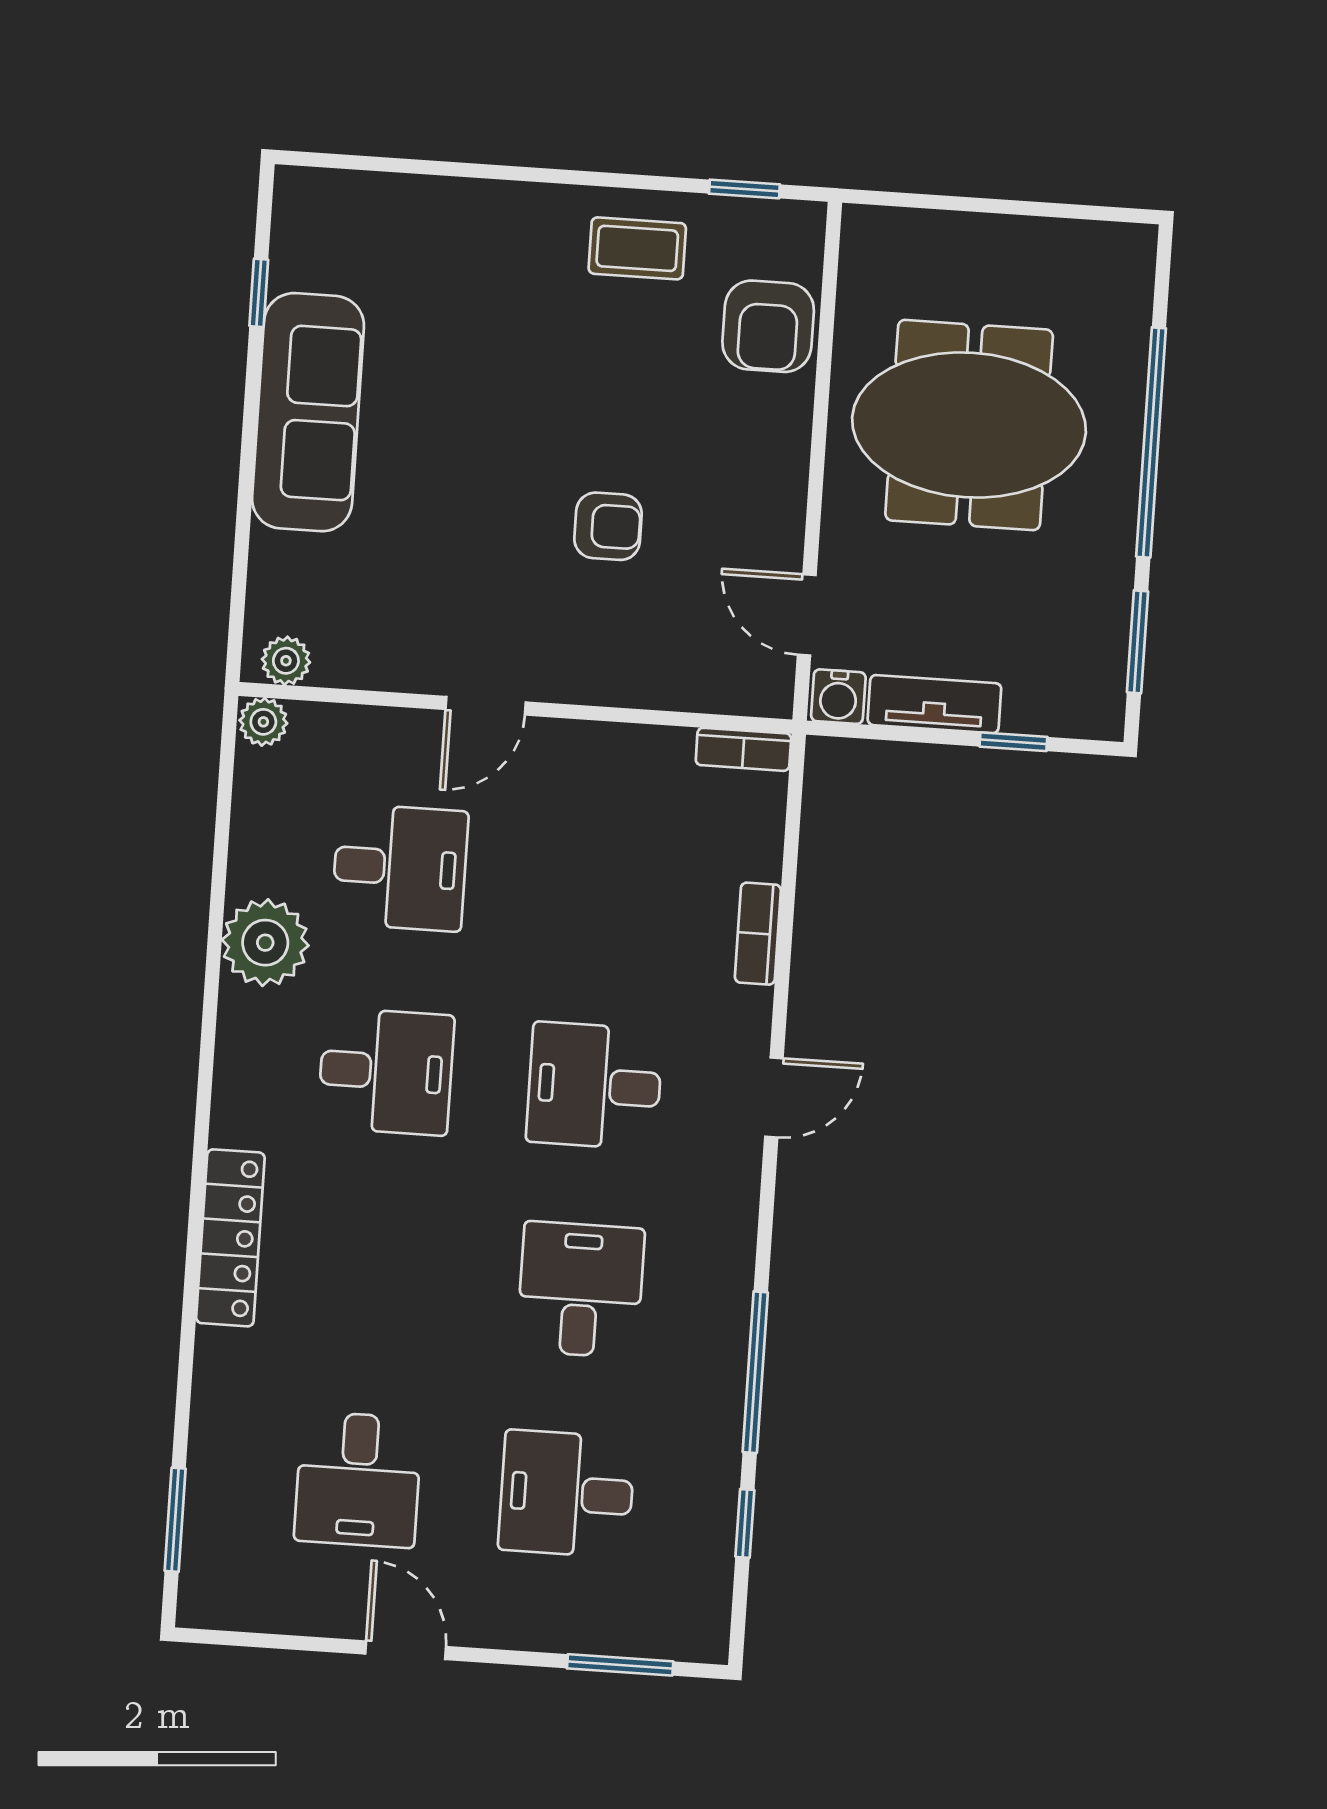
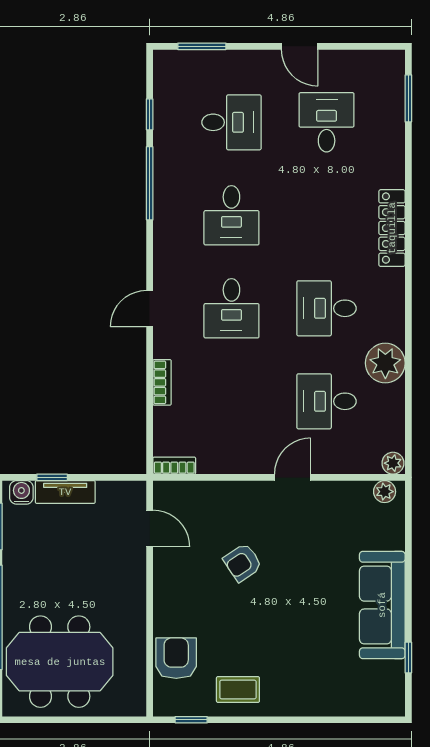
meeting table: (969, 425) -> (60, 662), moved
armchair: (608, 526) -> (243, 563), turned -34
water cooler: (838, 697) -> (21, 492), moved
tv unit: (934, 704) -> (65, 492), moved
desk: (594, 1086) -> (231, 308), turned 90

